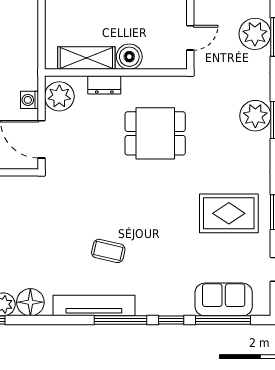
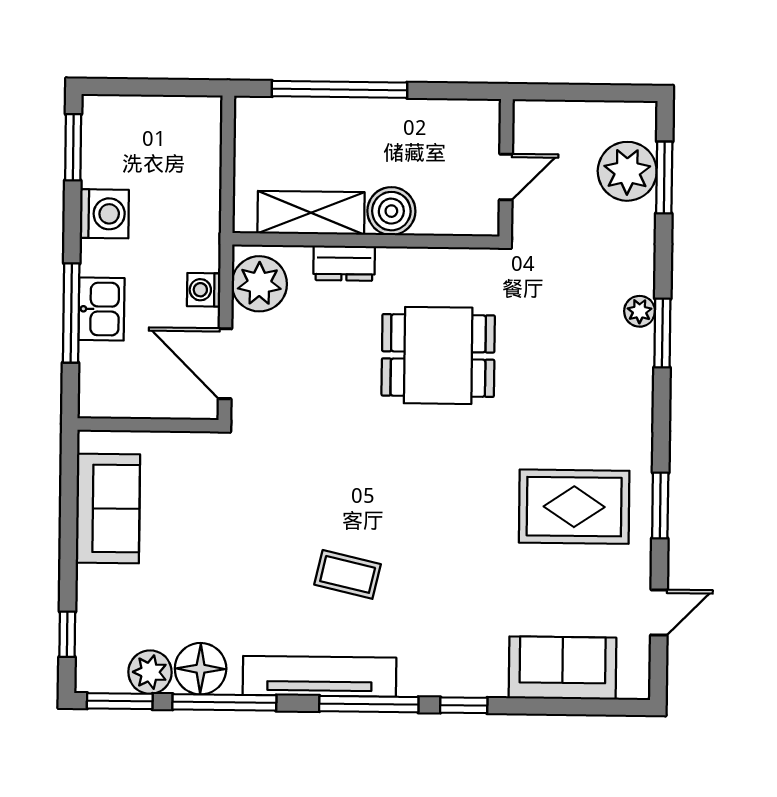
plant: (255, 116) -> (640, 311), width x0.53, depth x0.53
window: (223, 320) -> (224, 702), moved

